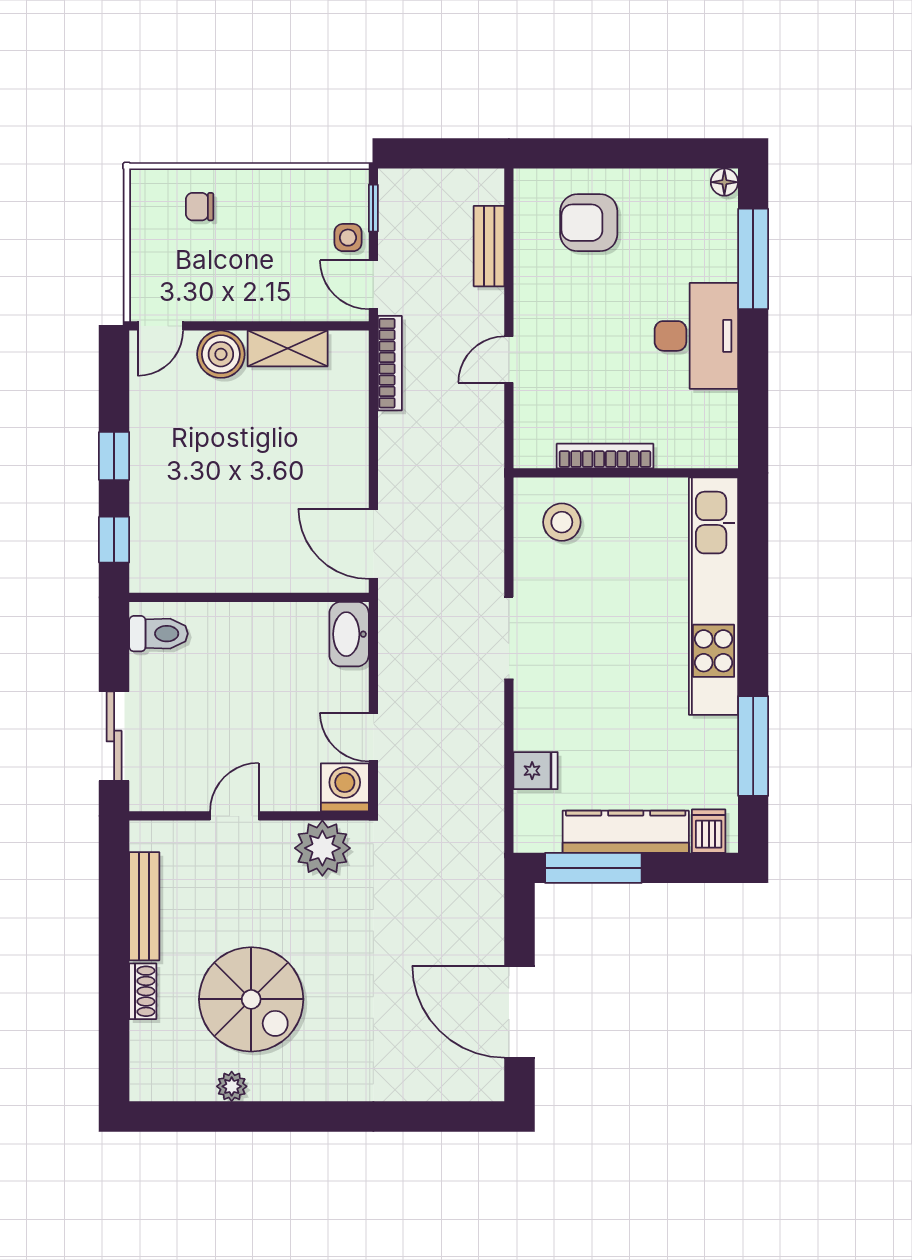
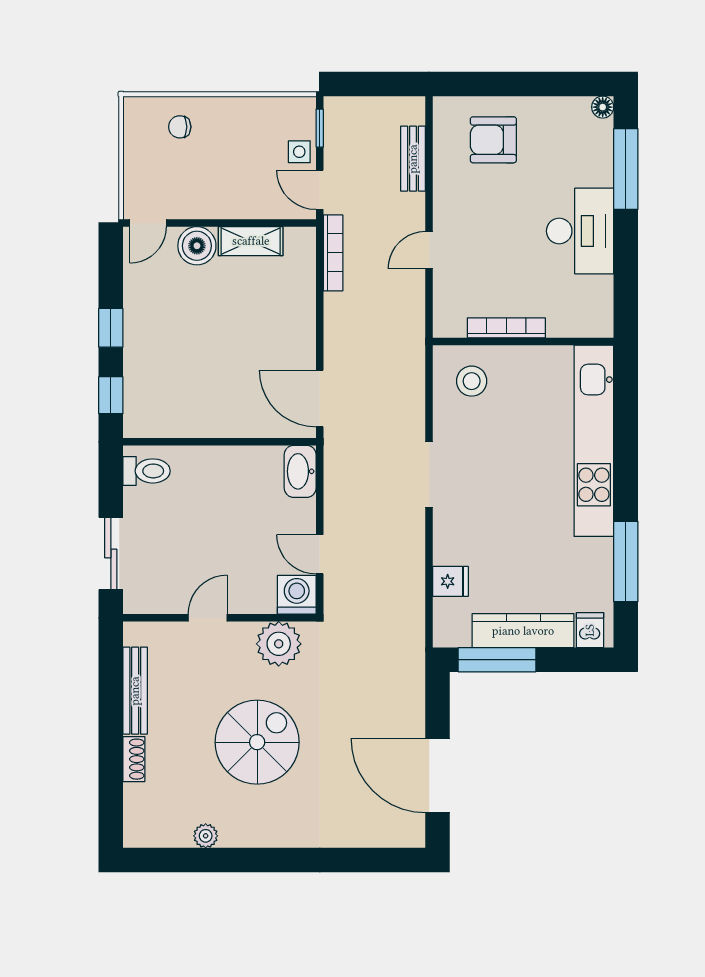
spiral stairs: (251, 999) -> (257, 742), moved, turned -90

